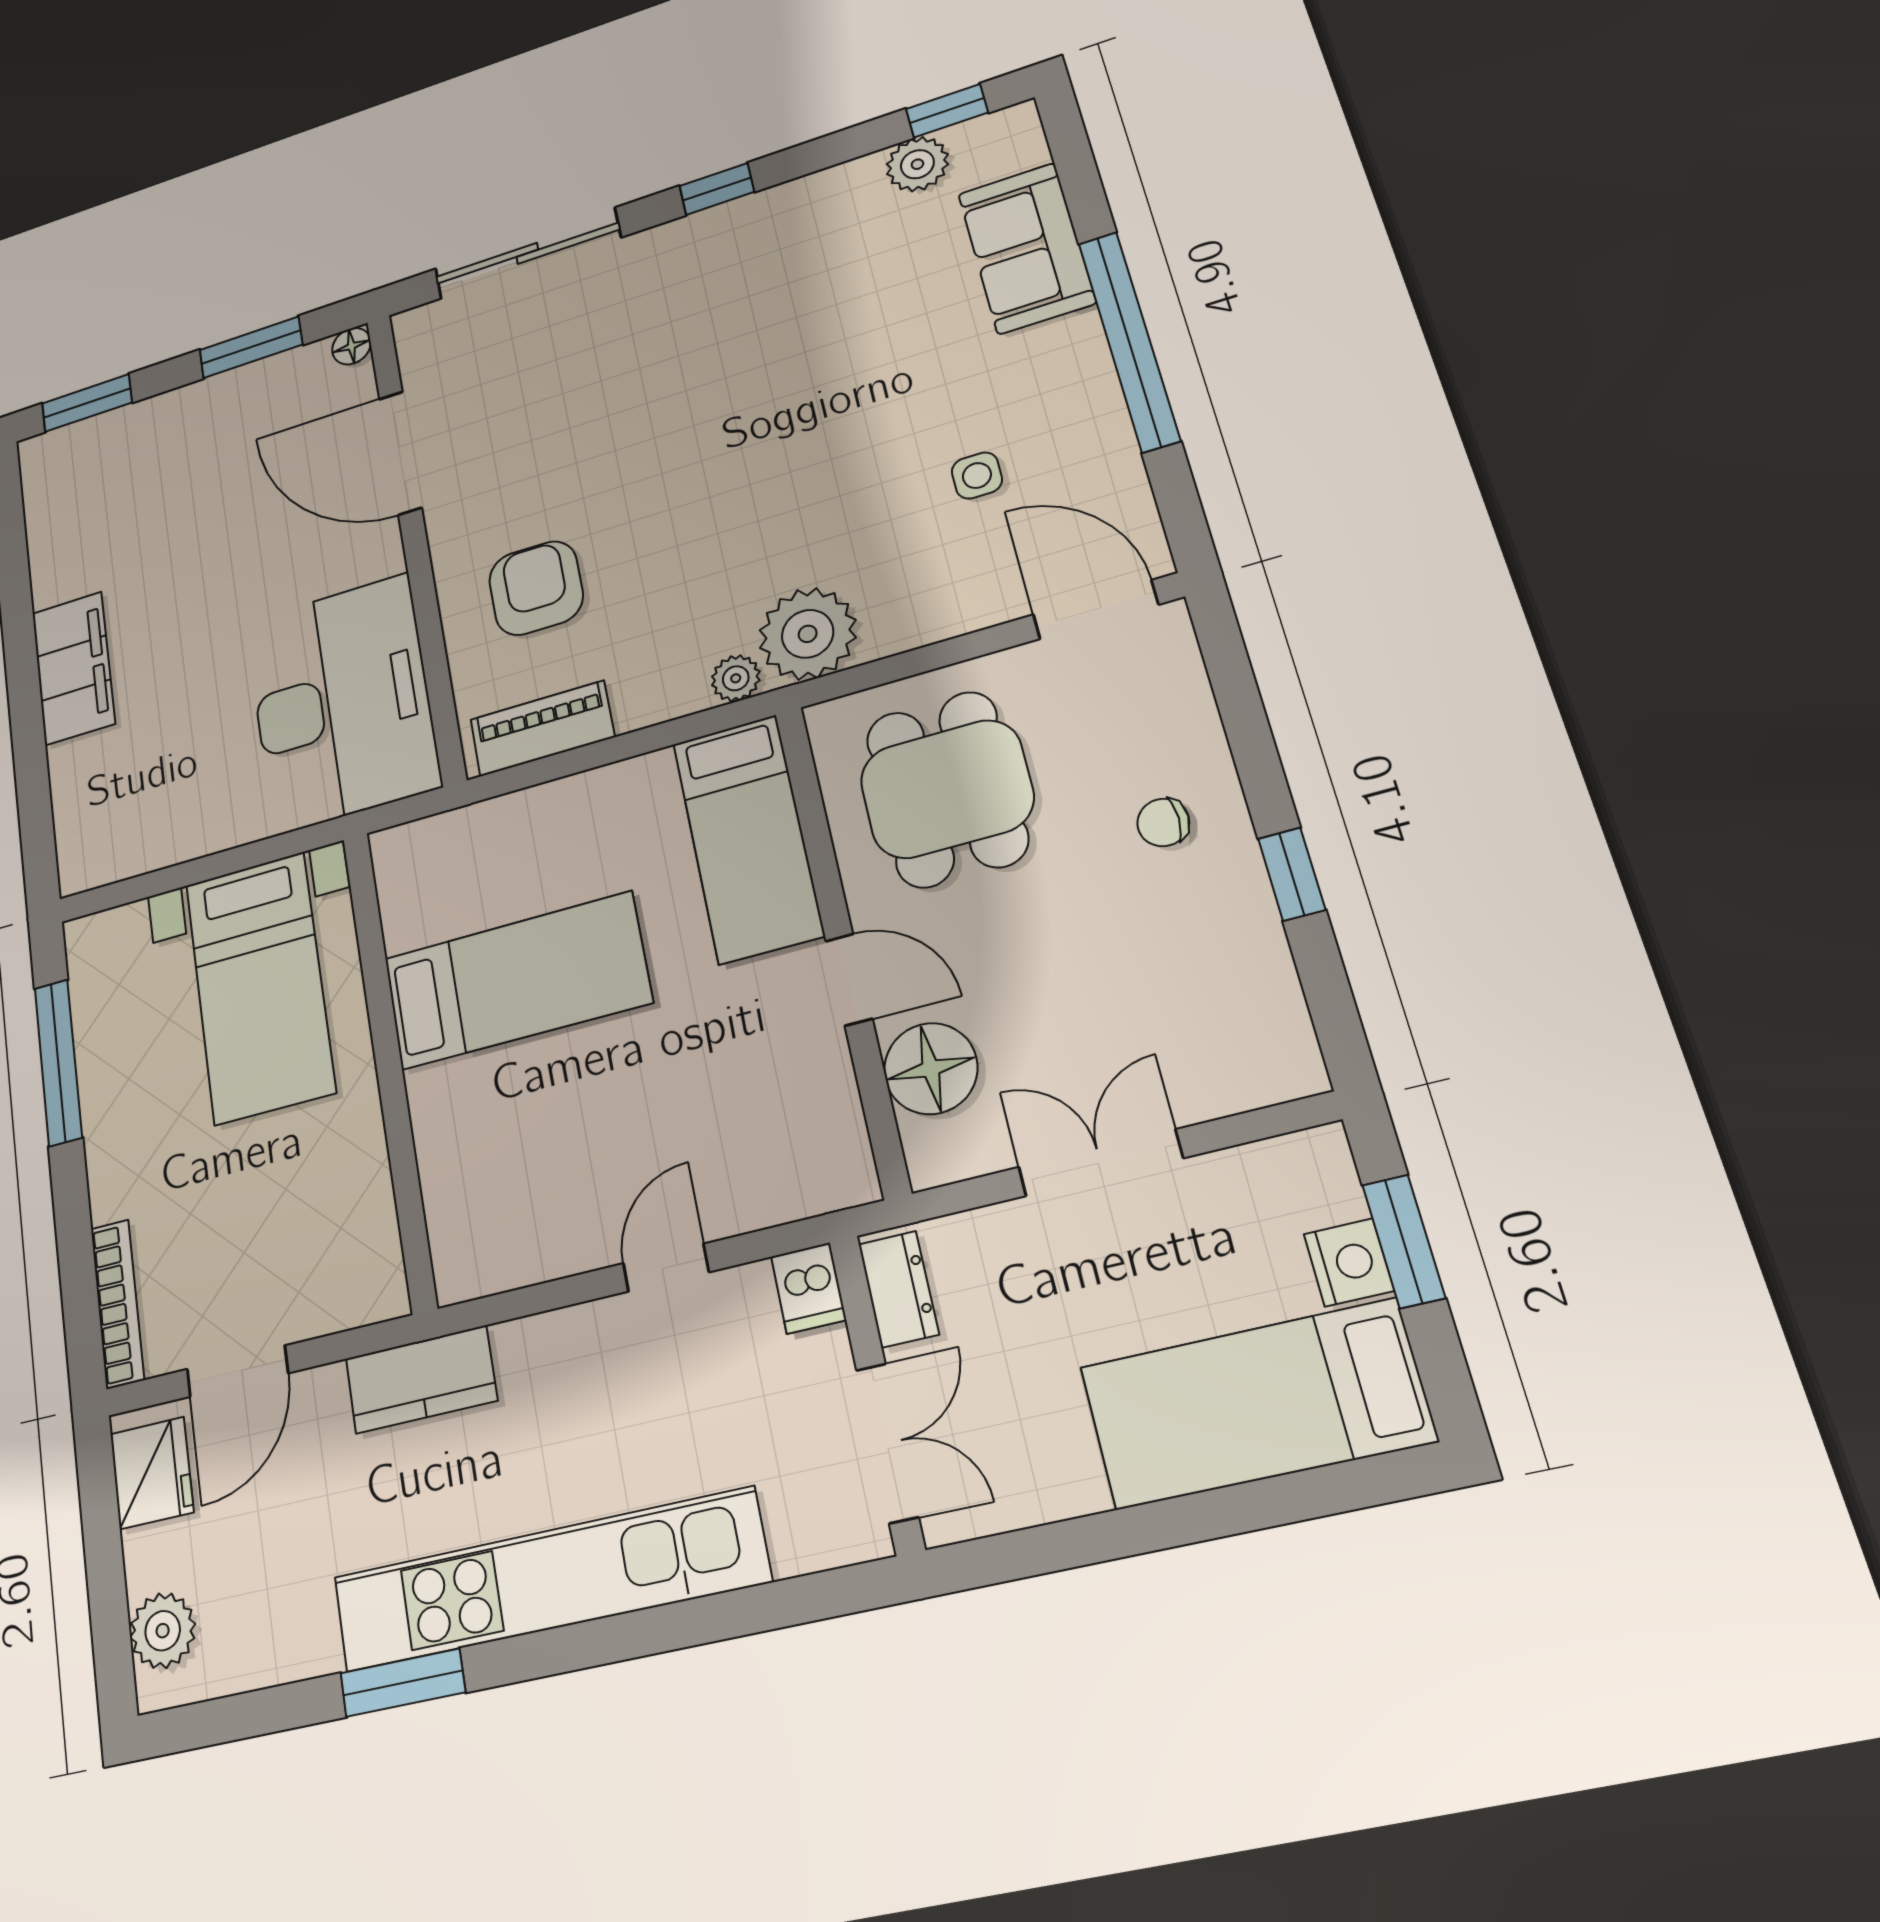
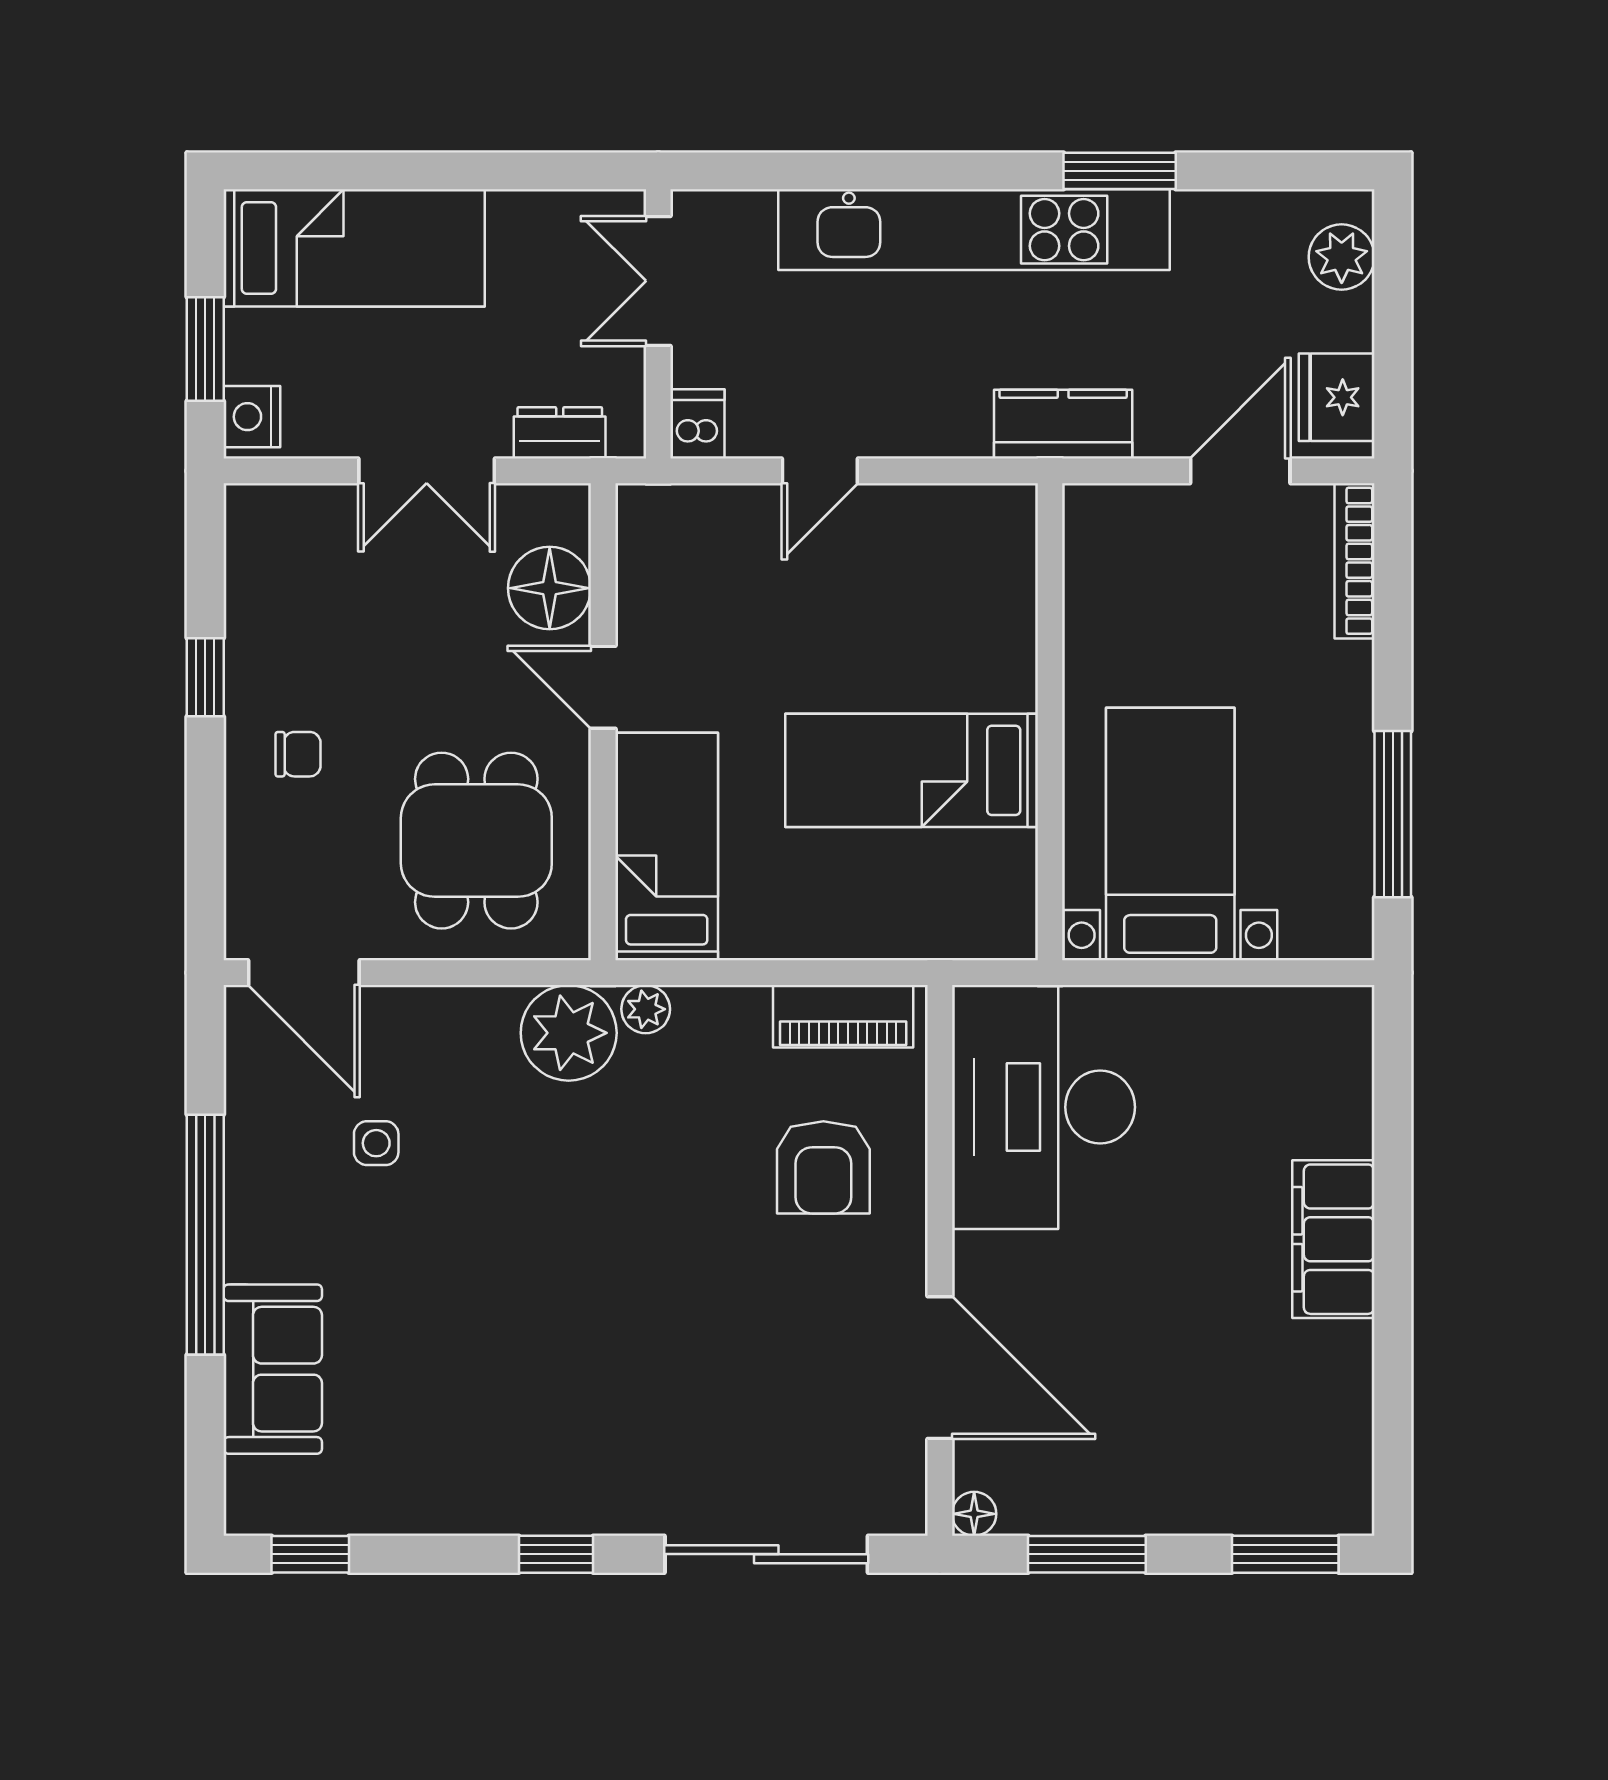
plant: (917, 164) -> (353, 1504), removed
nightstand: (1349, 1262) -> (252, 417), moved
dresser: (899, 1289) -> (560, 433), moved, turned 90

